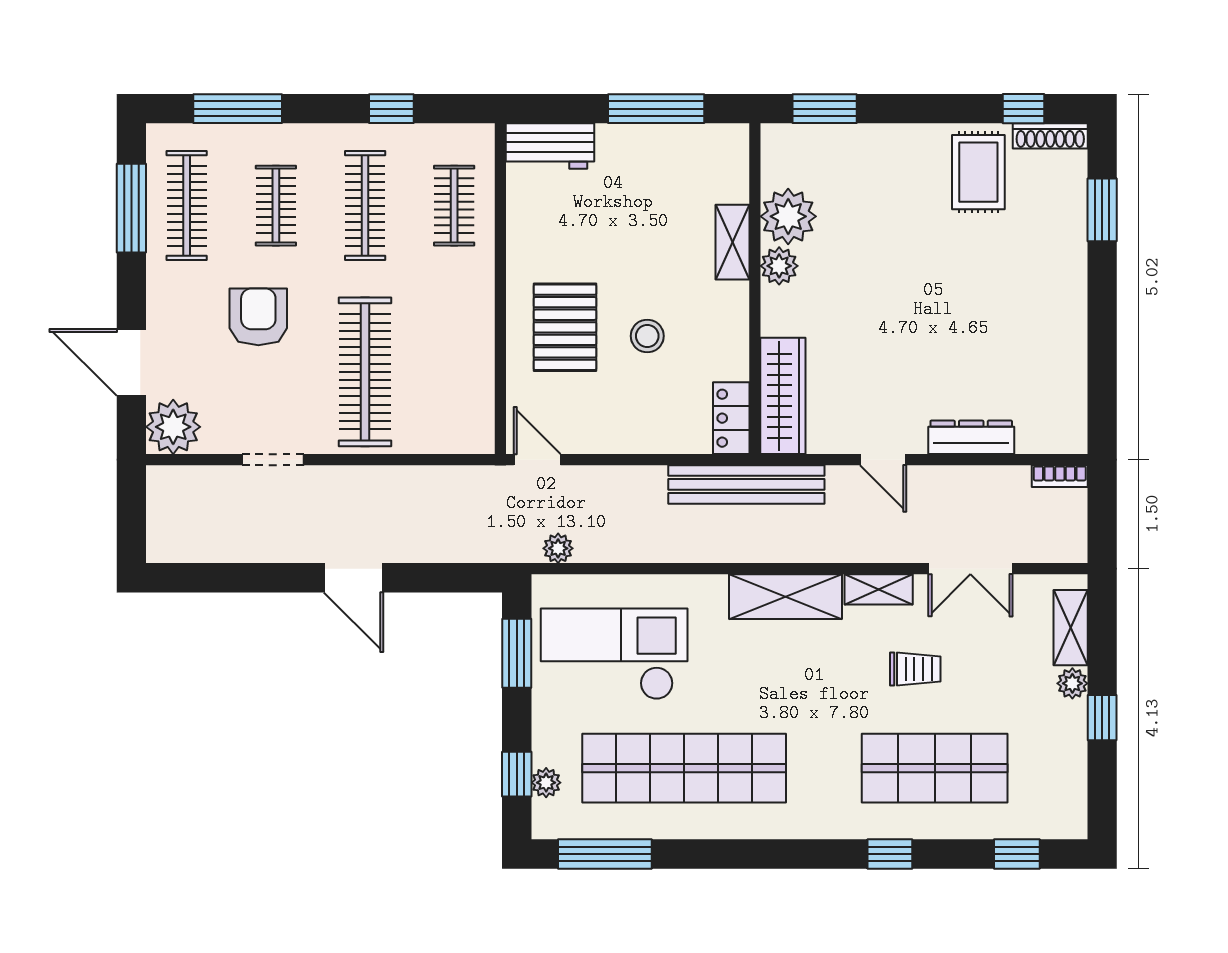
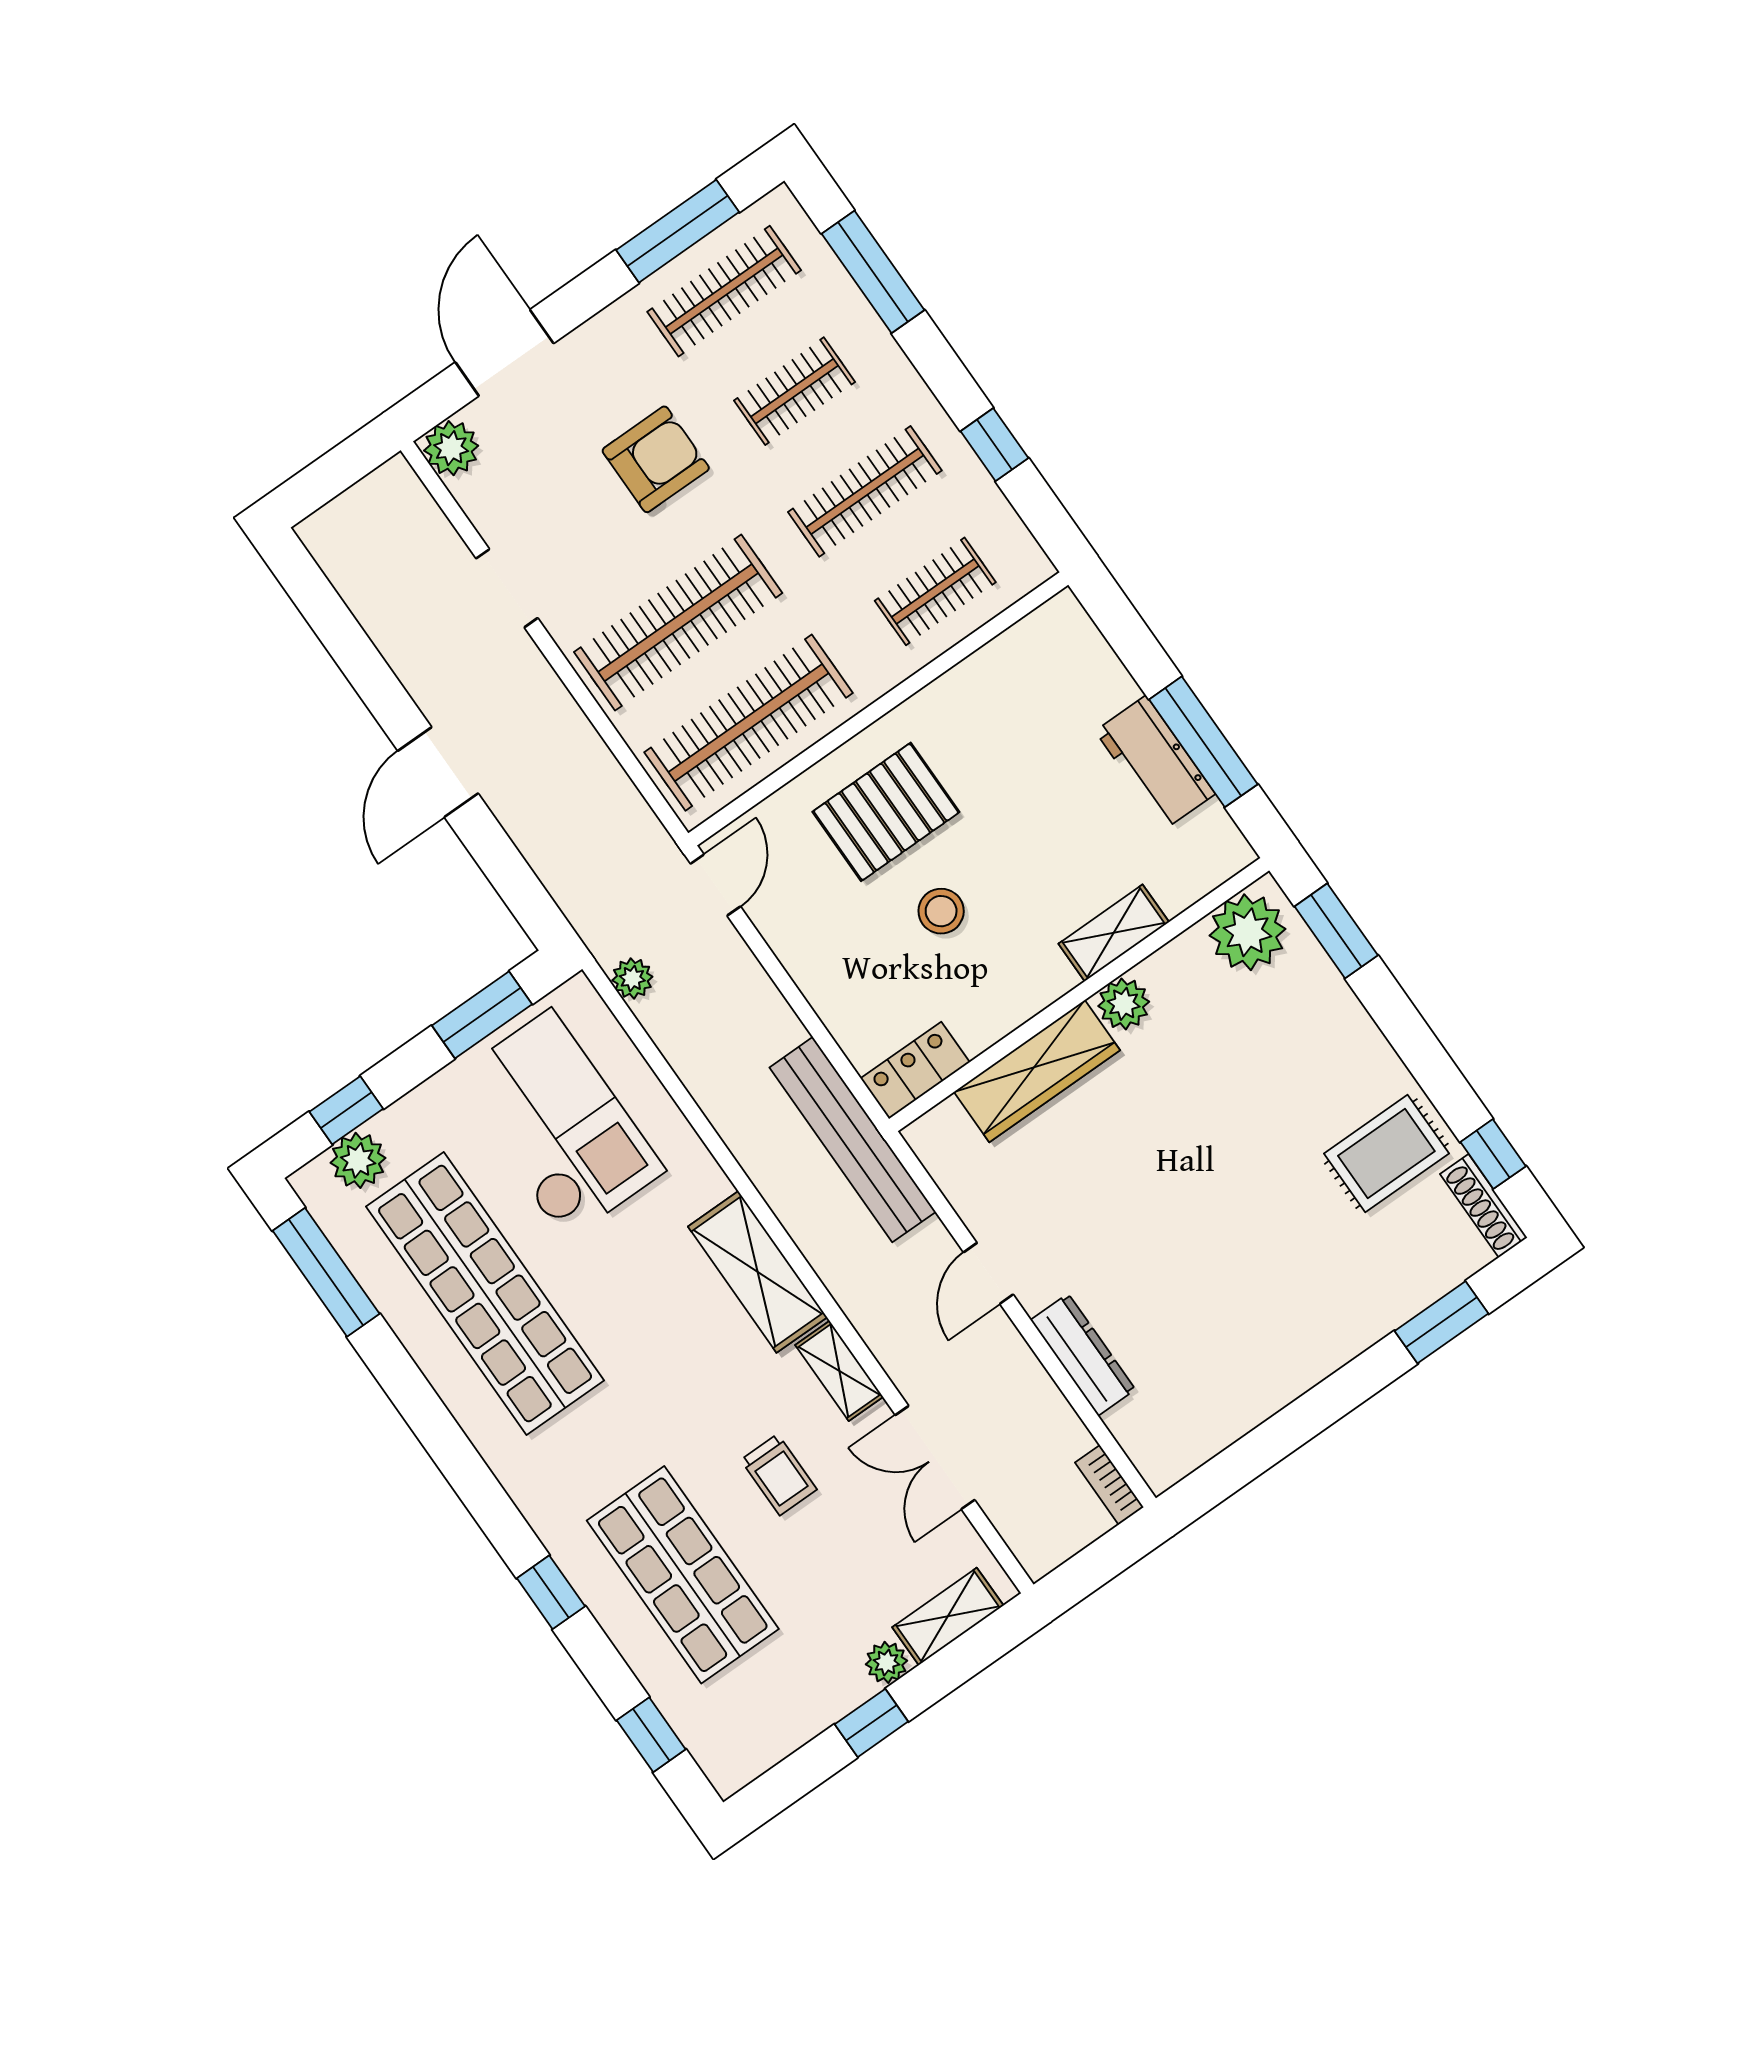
workbench: (550, 146) -> (1155, 762), moved
plant: (788, 216) -> (1248, 932), moved
clothes rail: (454, 372) -> (749, 723), added
wardrobe: (783, 396) -> (1037, 1071), moved
plant: (173, 427) -> (451, 448), width x0.73, depth x0.73
plant: (546, 783) -> (358, 1160), width x1.38, depth x1.38

